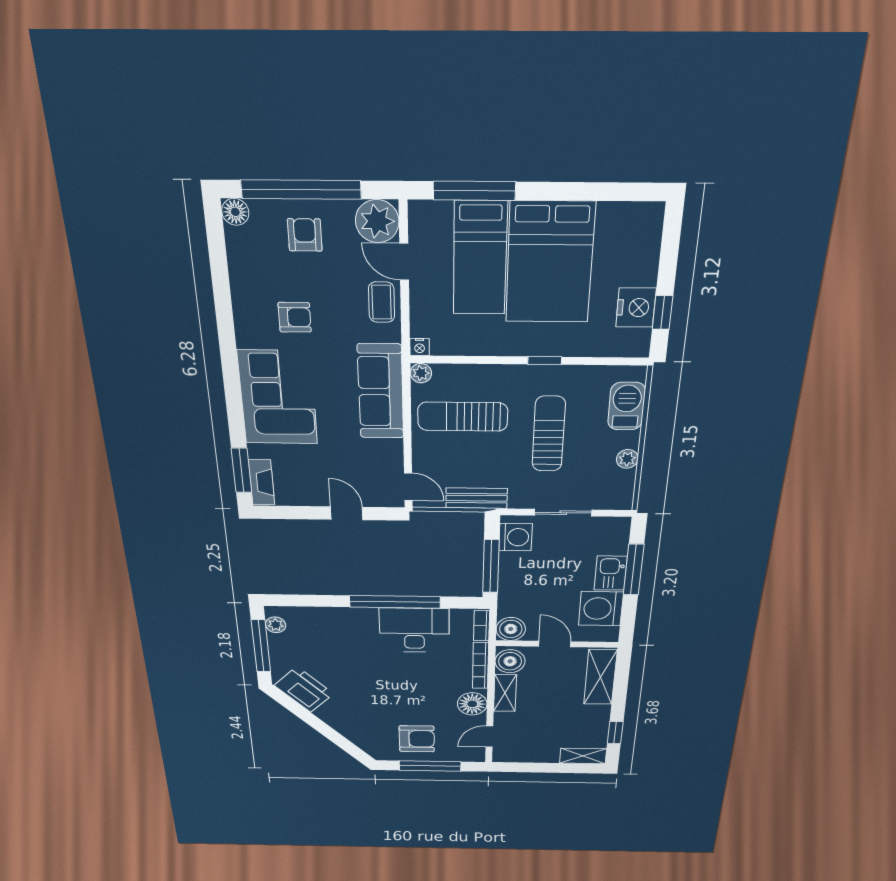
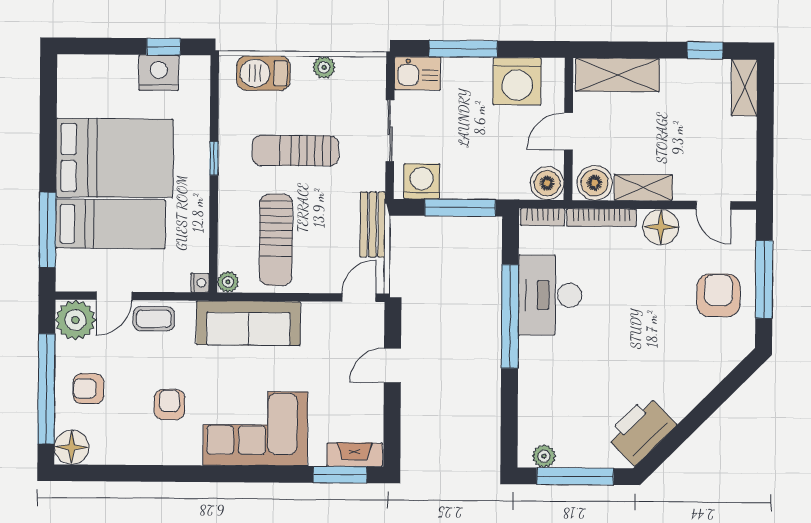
floor lamp: (235, 212) -> (72, 447), width x1.38, depth x1.38
kitchen sink: (611, 573) -> (417, 73), moved

